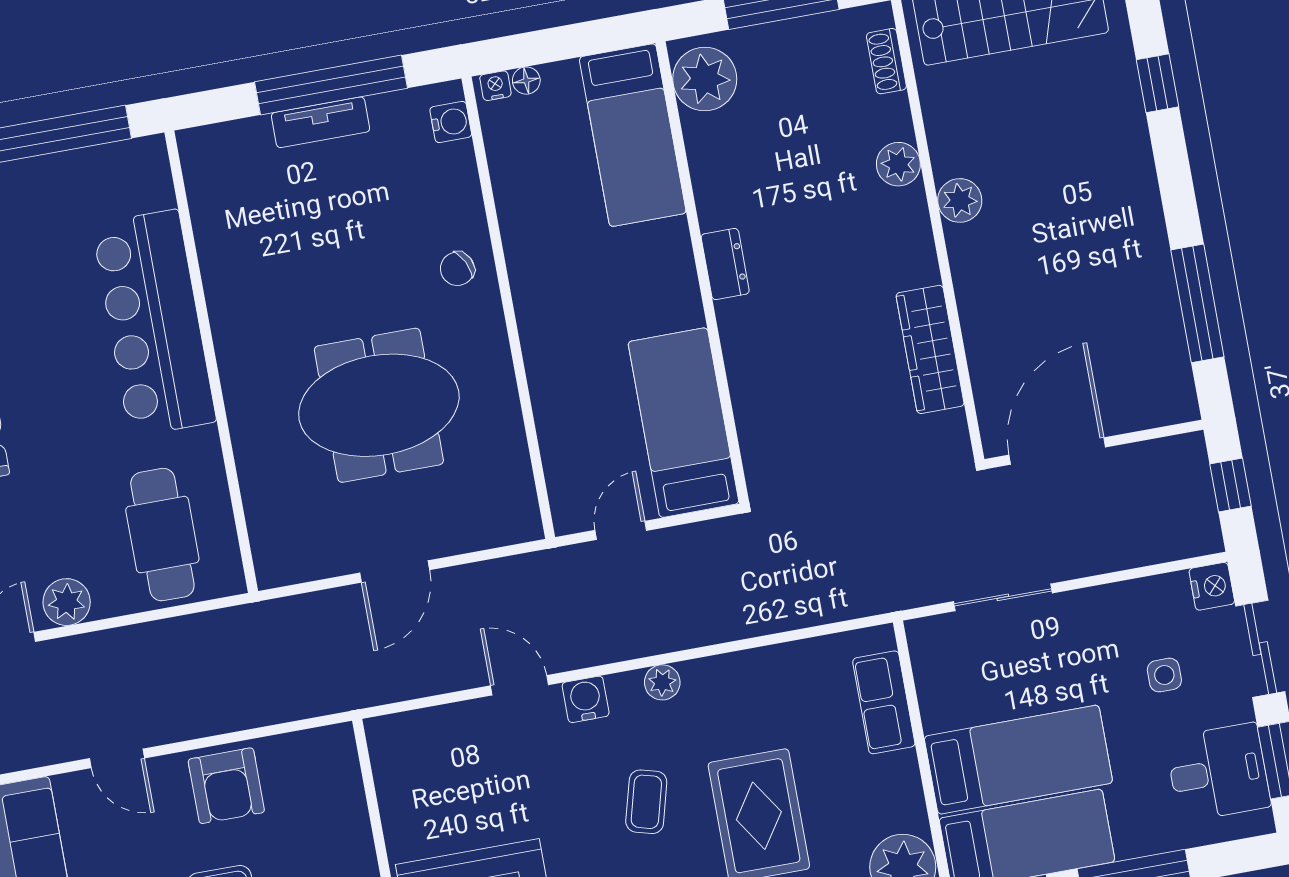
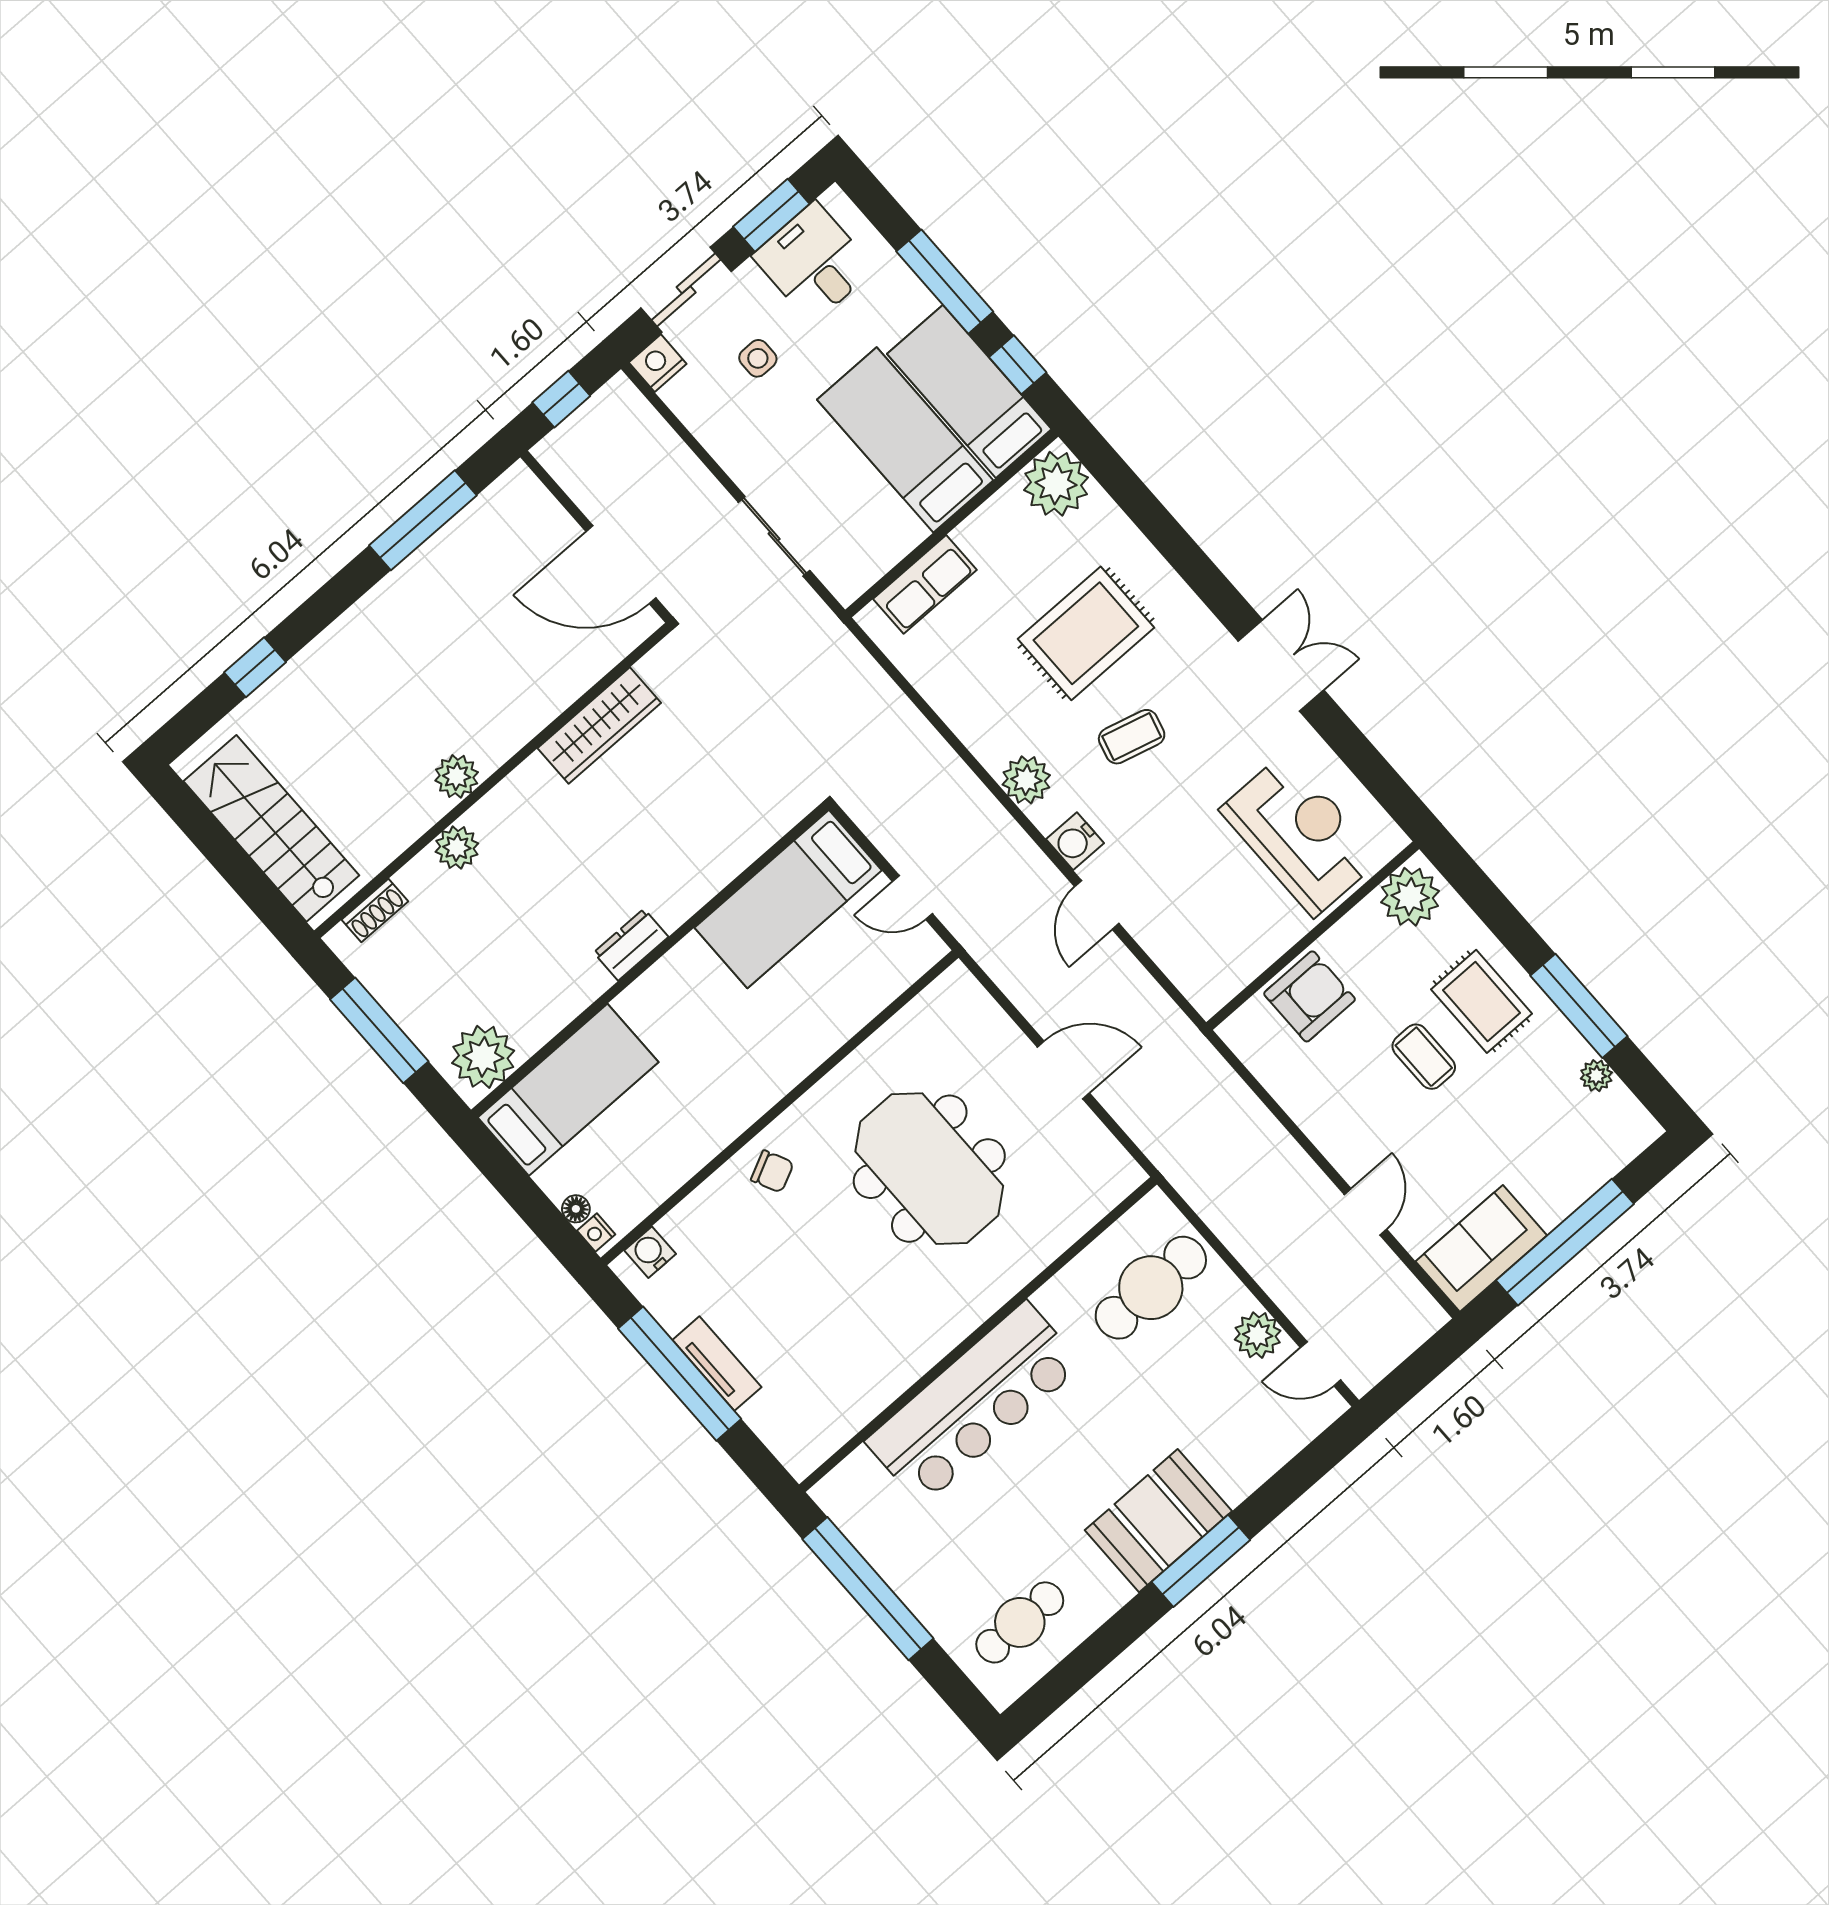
plant: (662, 682) -> (1026, 780), width x1.38, depth x1.38
armchair: (226, 786) -> (1310, 996), moved

